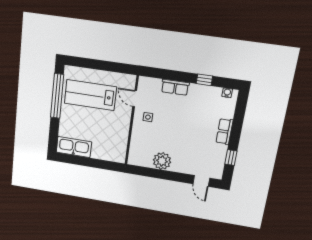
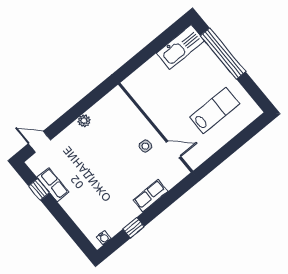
lab bench: (90, 95) -> (215, 110), width x0.73, depth x0.72
window: (57, 96) -> (223, 54), moved
row of seats: (224, 131) -> (53, 185), moved
plant: (162, 161) -> (84, 121), width x0.53, depth x0.53

